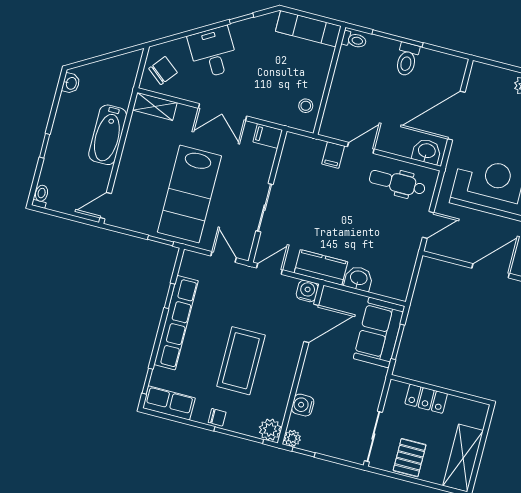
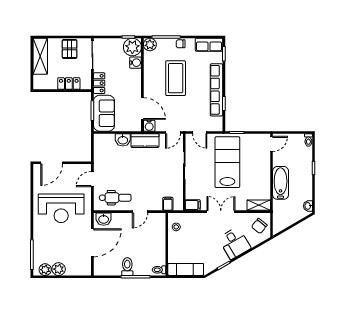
filing cabinet: (333, 155) -> (168, 204), moved
door: (311, 323) -> (142, 109), swing flipped
locker: (374, 386) -> (99, 83), added
plant: (292, 438) -> (132, 47), width x1.88, depth x1.88

